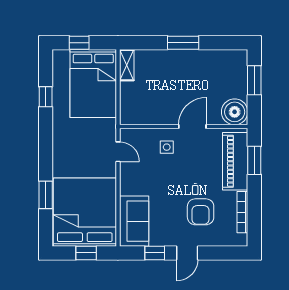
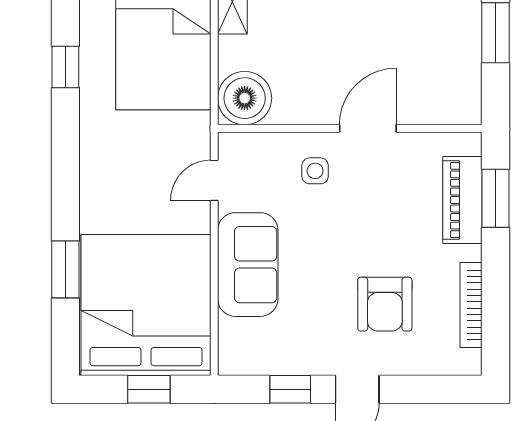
boiler: (235, 112) -> (245, 98), moved
door: (118, 152) -> (214, 180), swing flipped
piano: (235, 161) -> (462, 200), width x0.73, depth x0.75
sofa: (134, 221) -> (248, 265), moved

